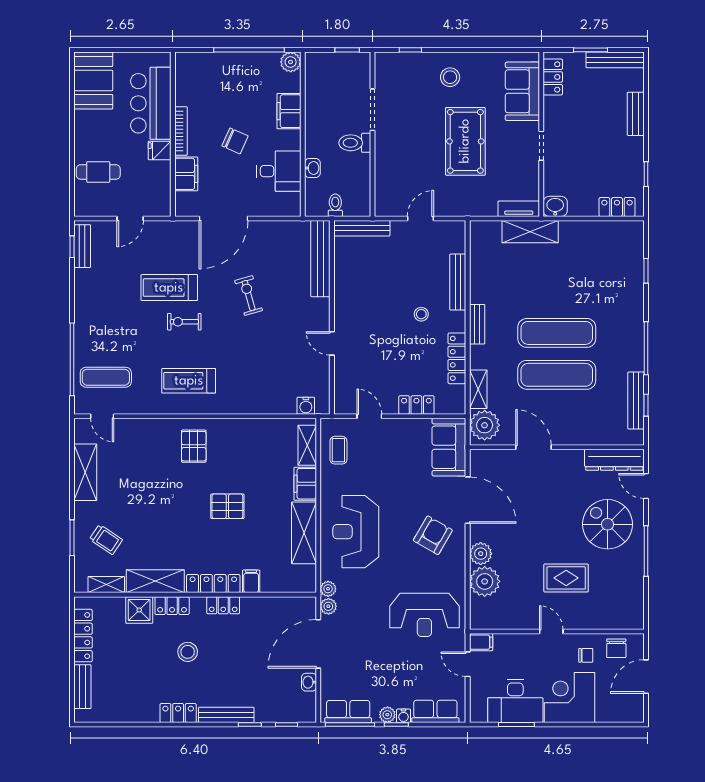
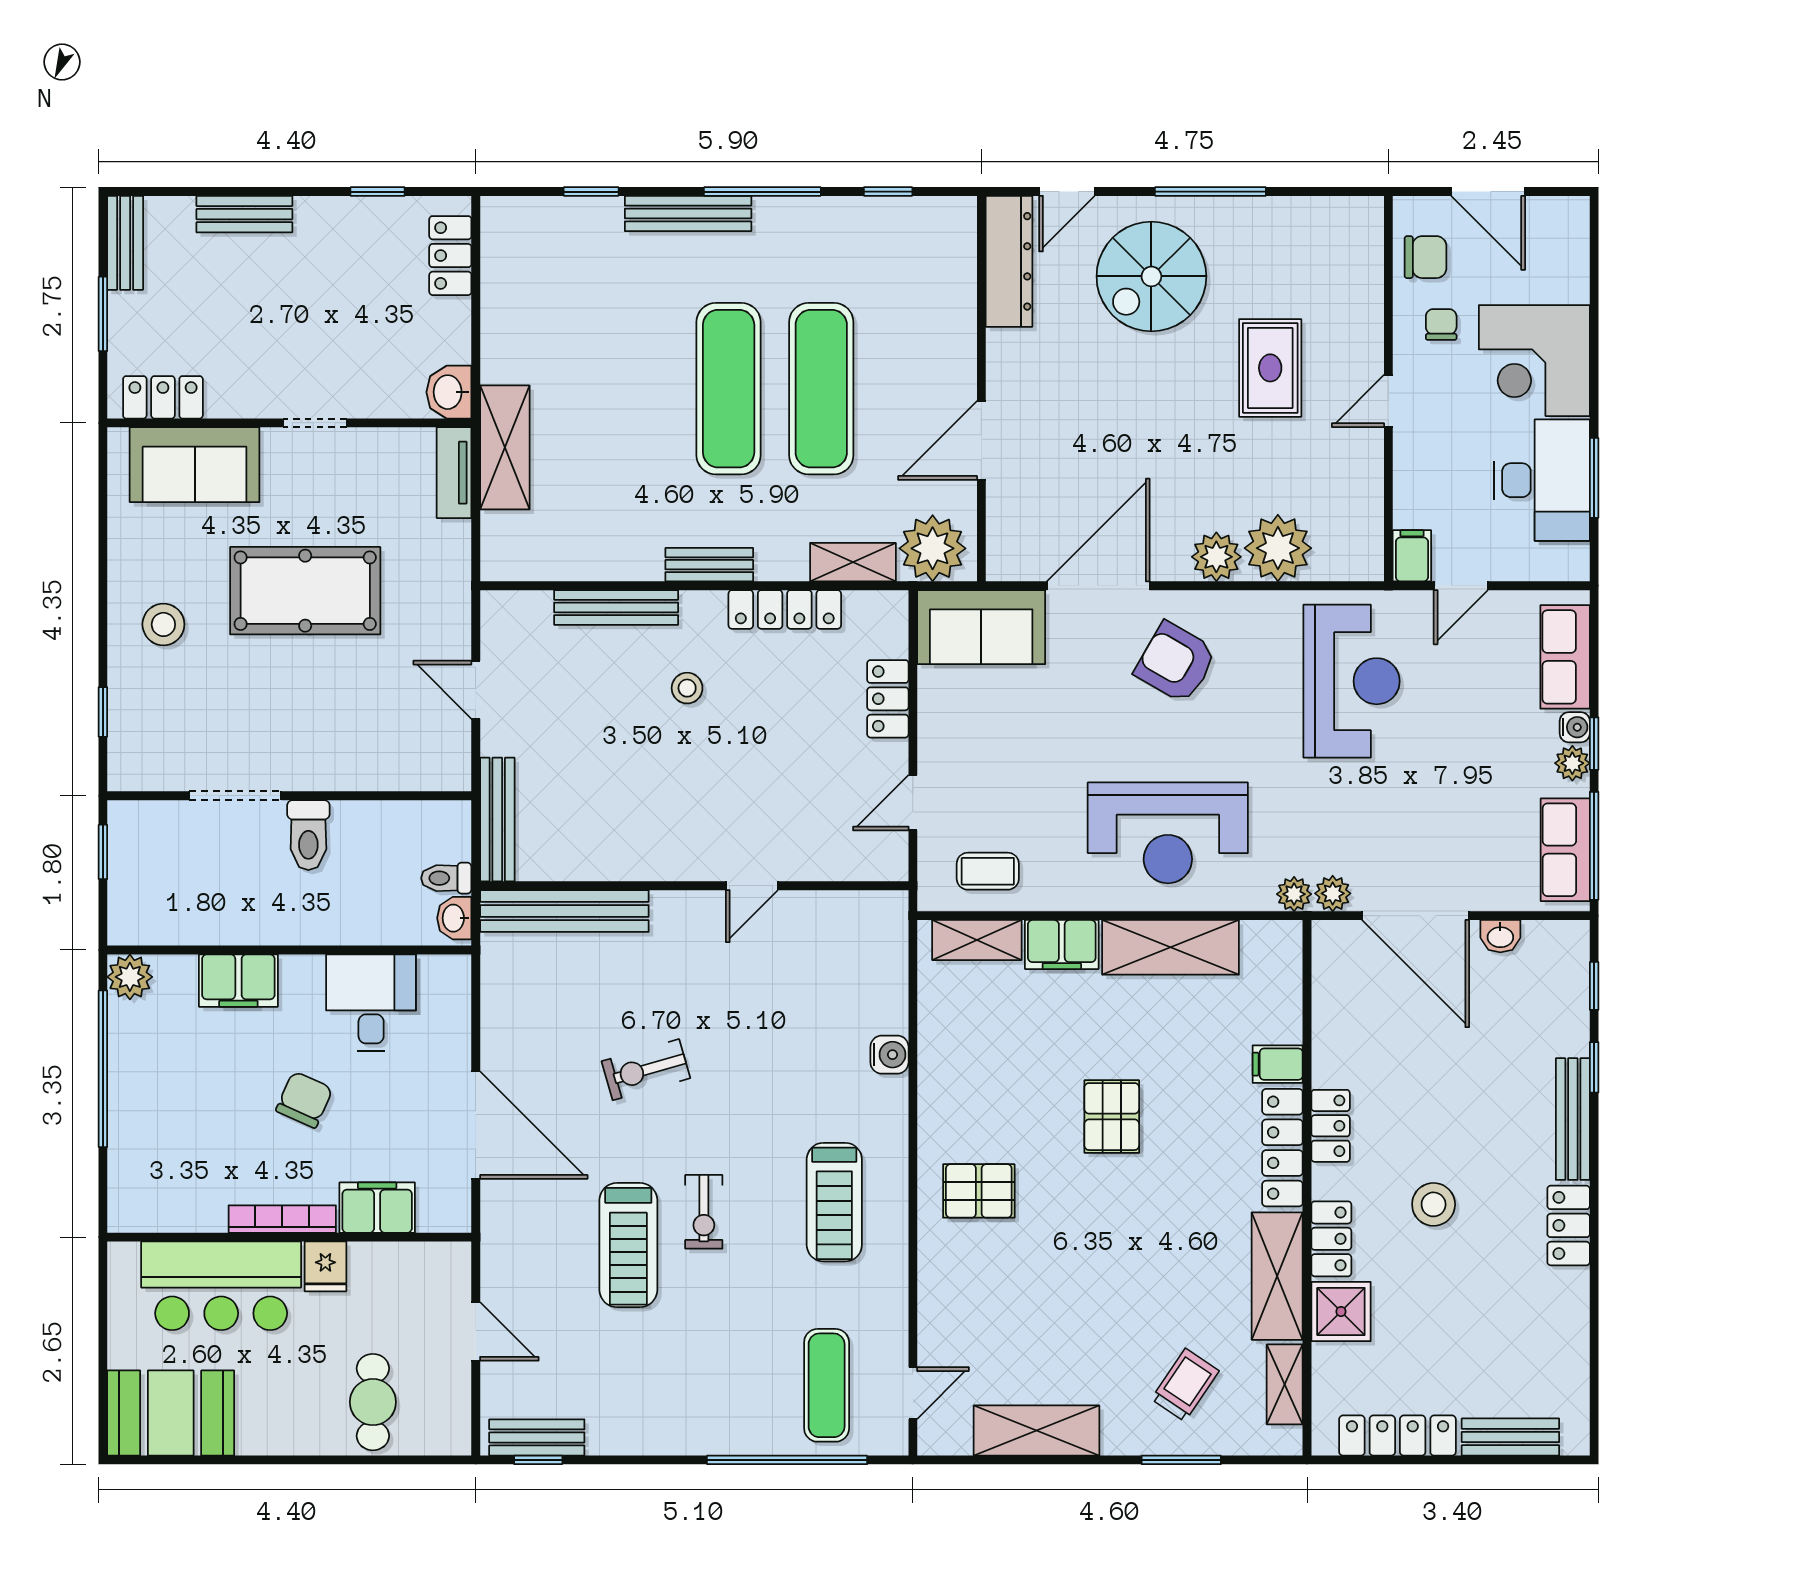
bench: (615, 60) -> (125, 243), width x0.73
washbasin: (312, 168) -> (454, 918), moved, turned -90
bench: (636, 401) -> (688, 214), moved
water cooler: (306, 406) -> (889, 1055), moved

